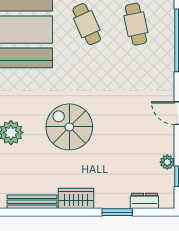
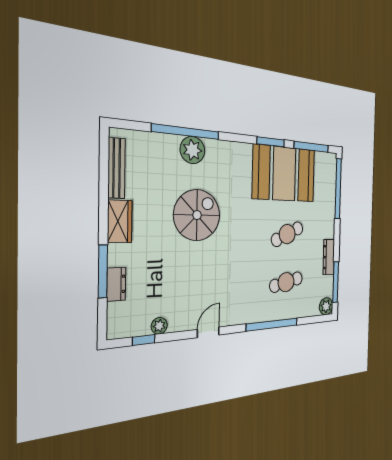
dresser: (144, 201) -> (116, 284), moved
window: (117, 212) -> (103, 271), width x1.44

